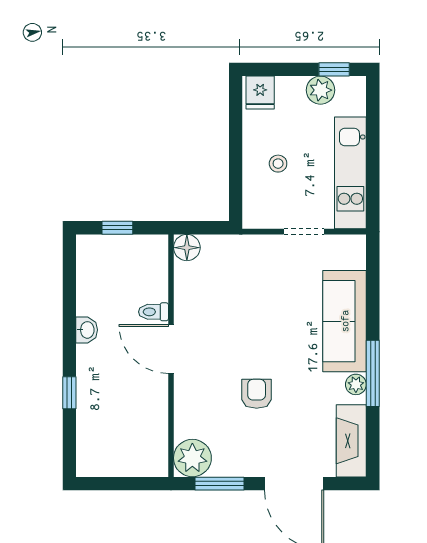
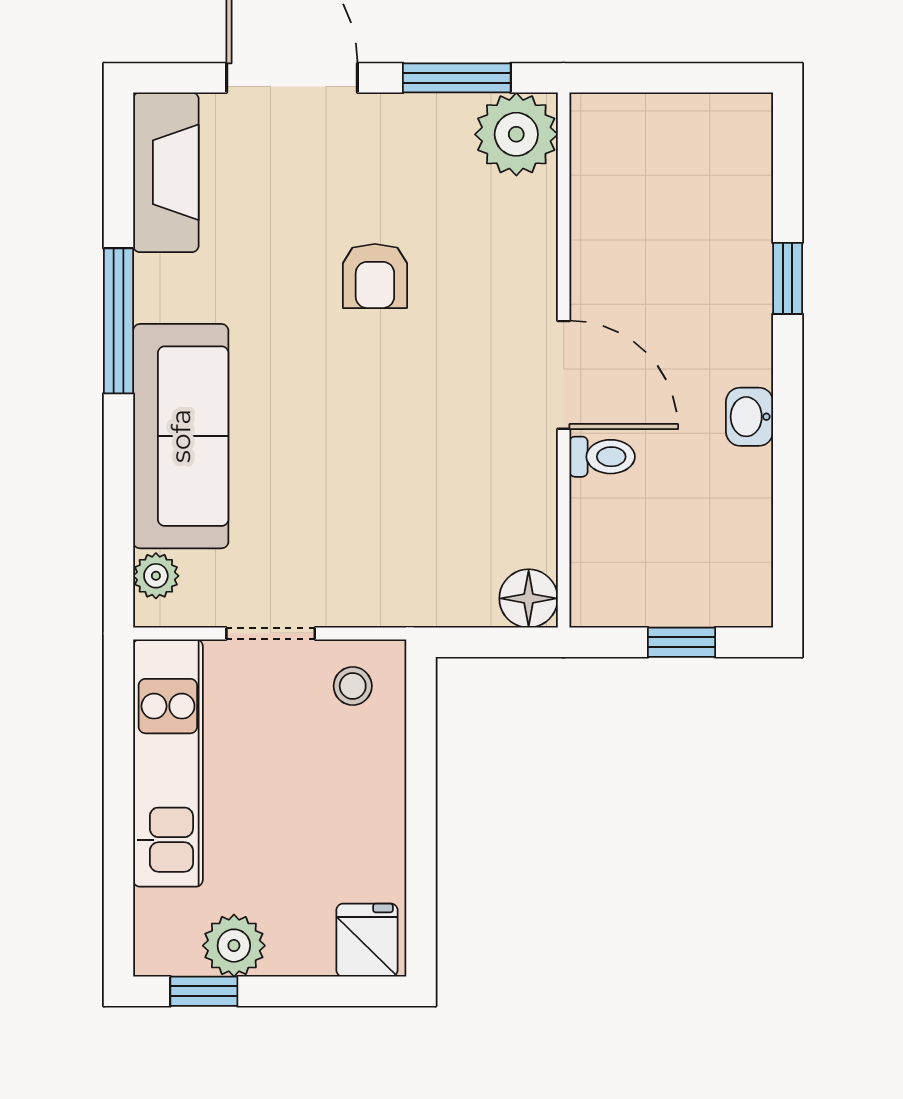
stool: (278, 164) -> (353, 686), moved
plant: (356, 384) -> (156, 576), moved

